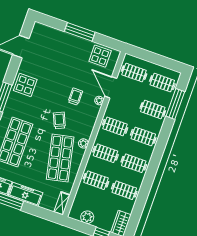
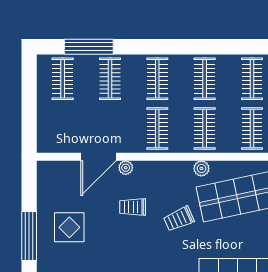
display table: (100, 56) -> (69, 227), moved
clothes rail: (134, 73) -> (63, 129), removed

